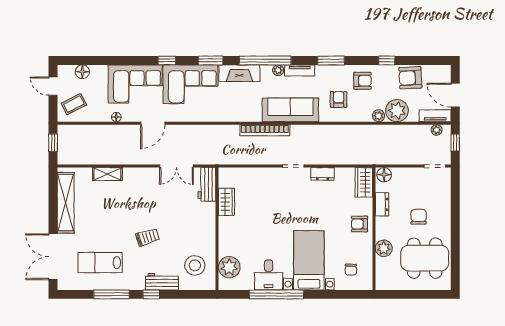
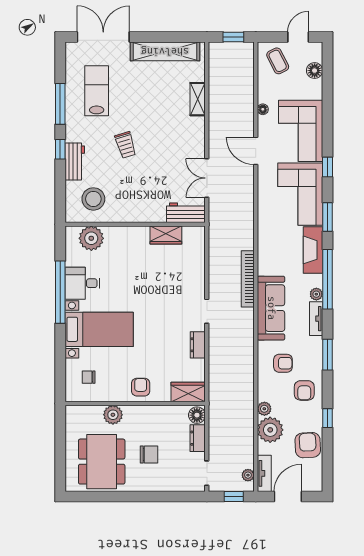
dresser: (382, 204) -> (198, 438), moved, turned 90

